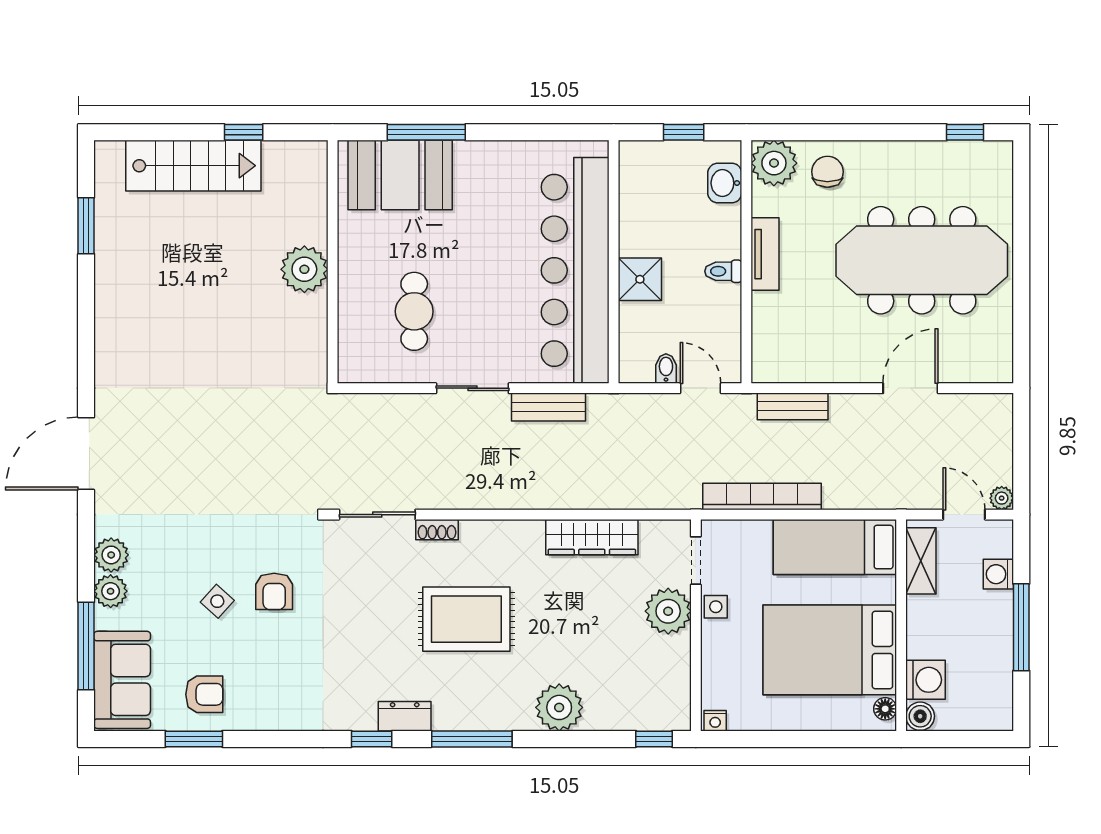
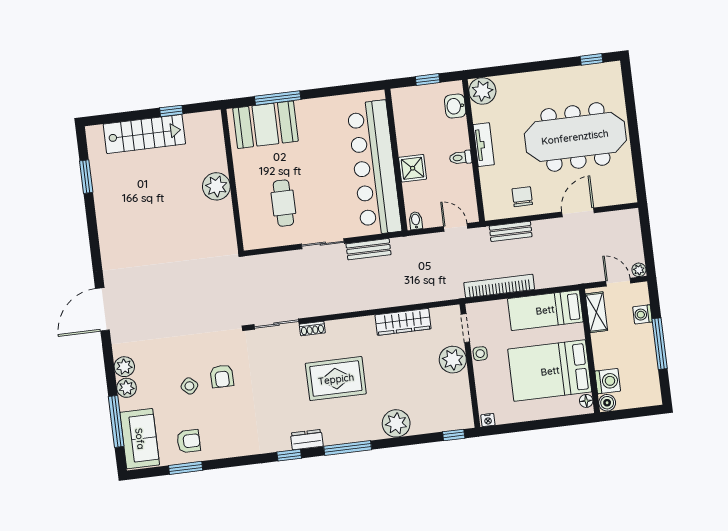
chair: (827, 172) -> (522, 197), moved
bidet: (666, 369) -> (416, 221), moved

